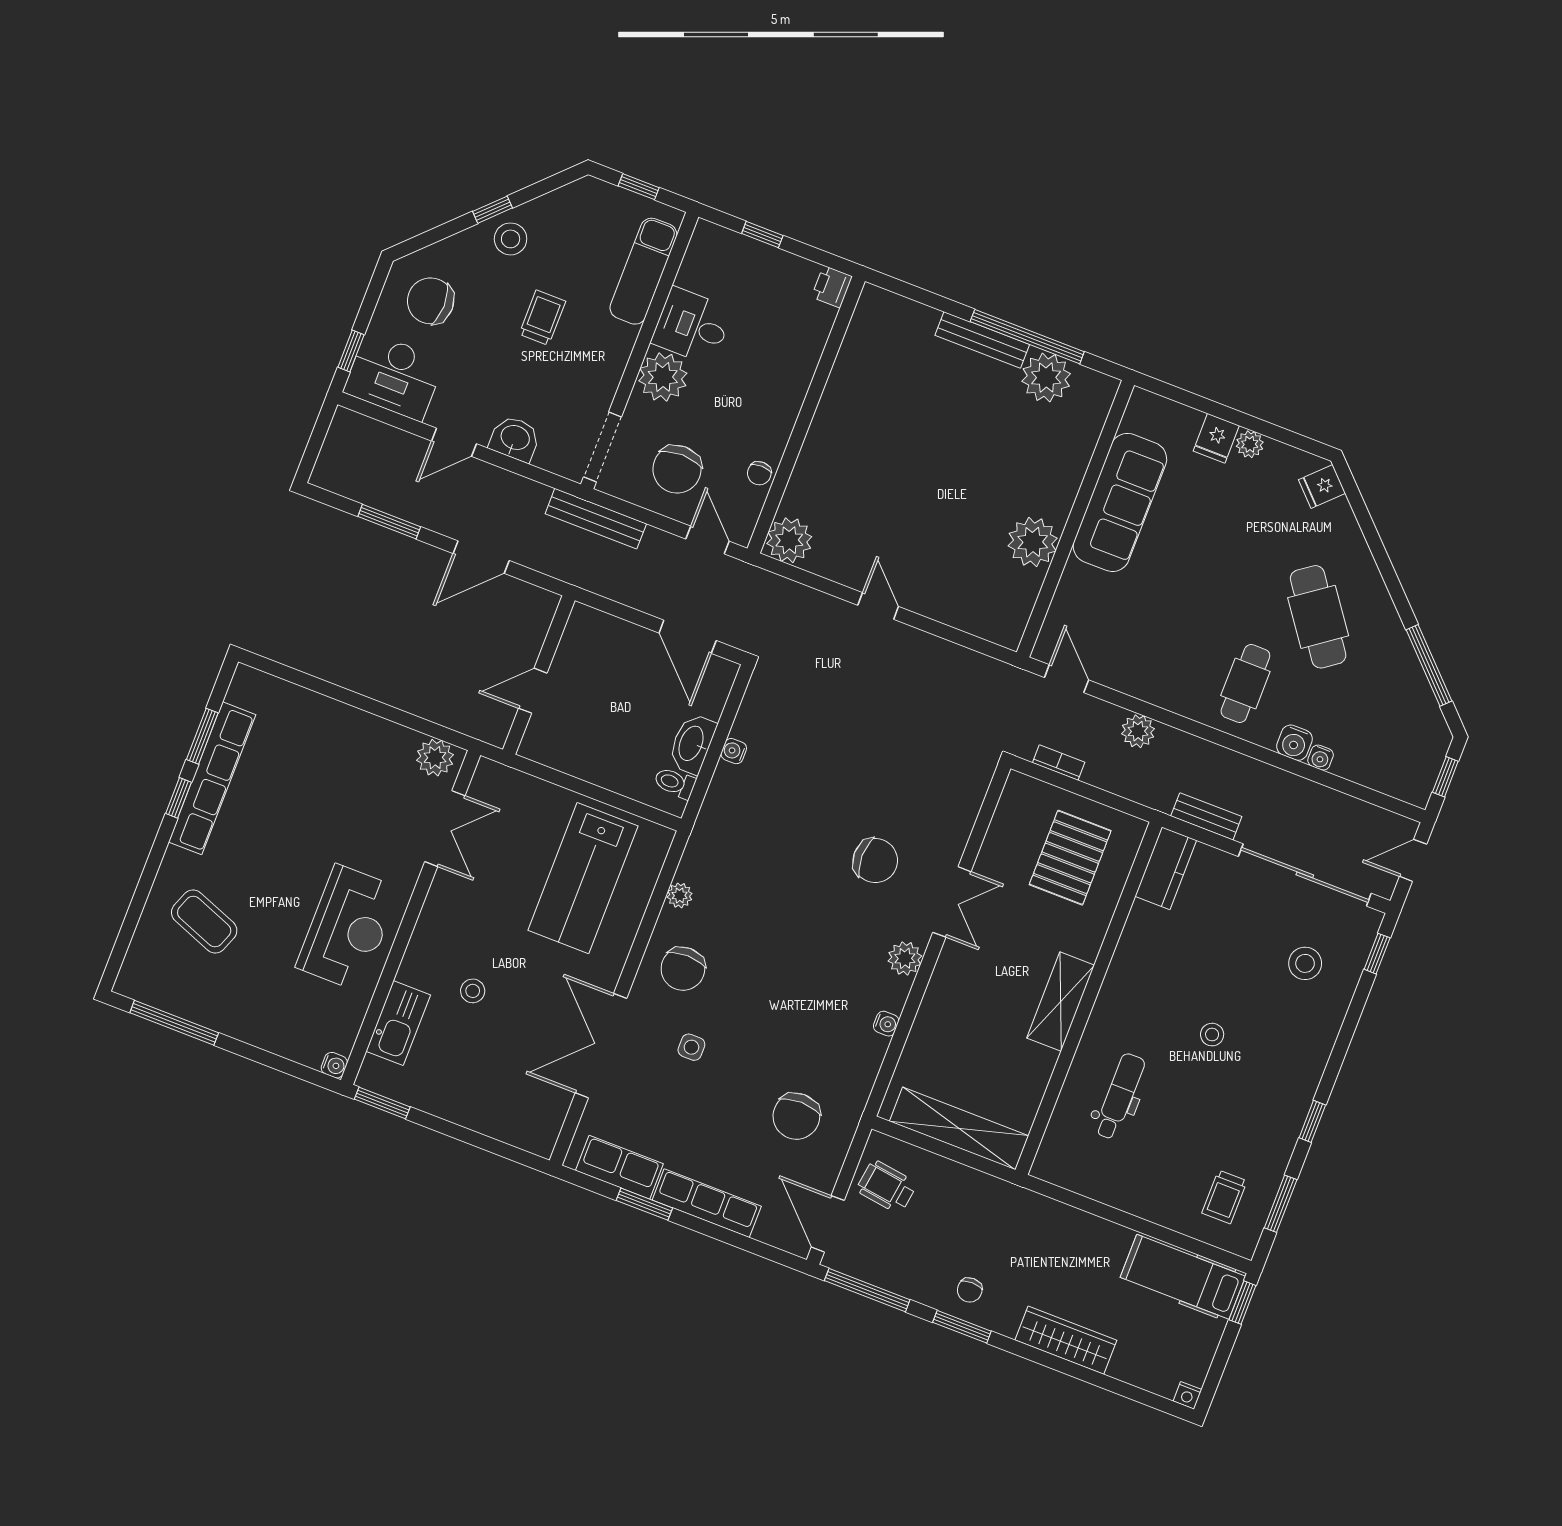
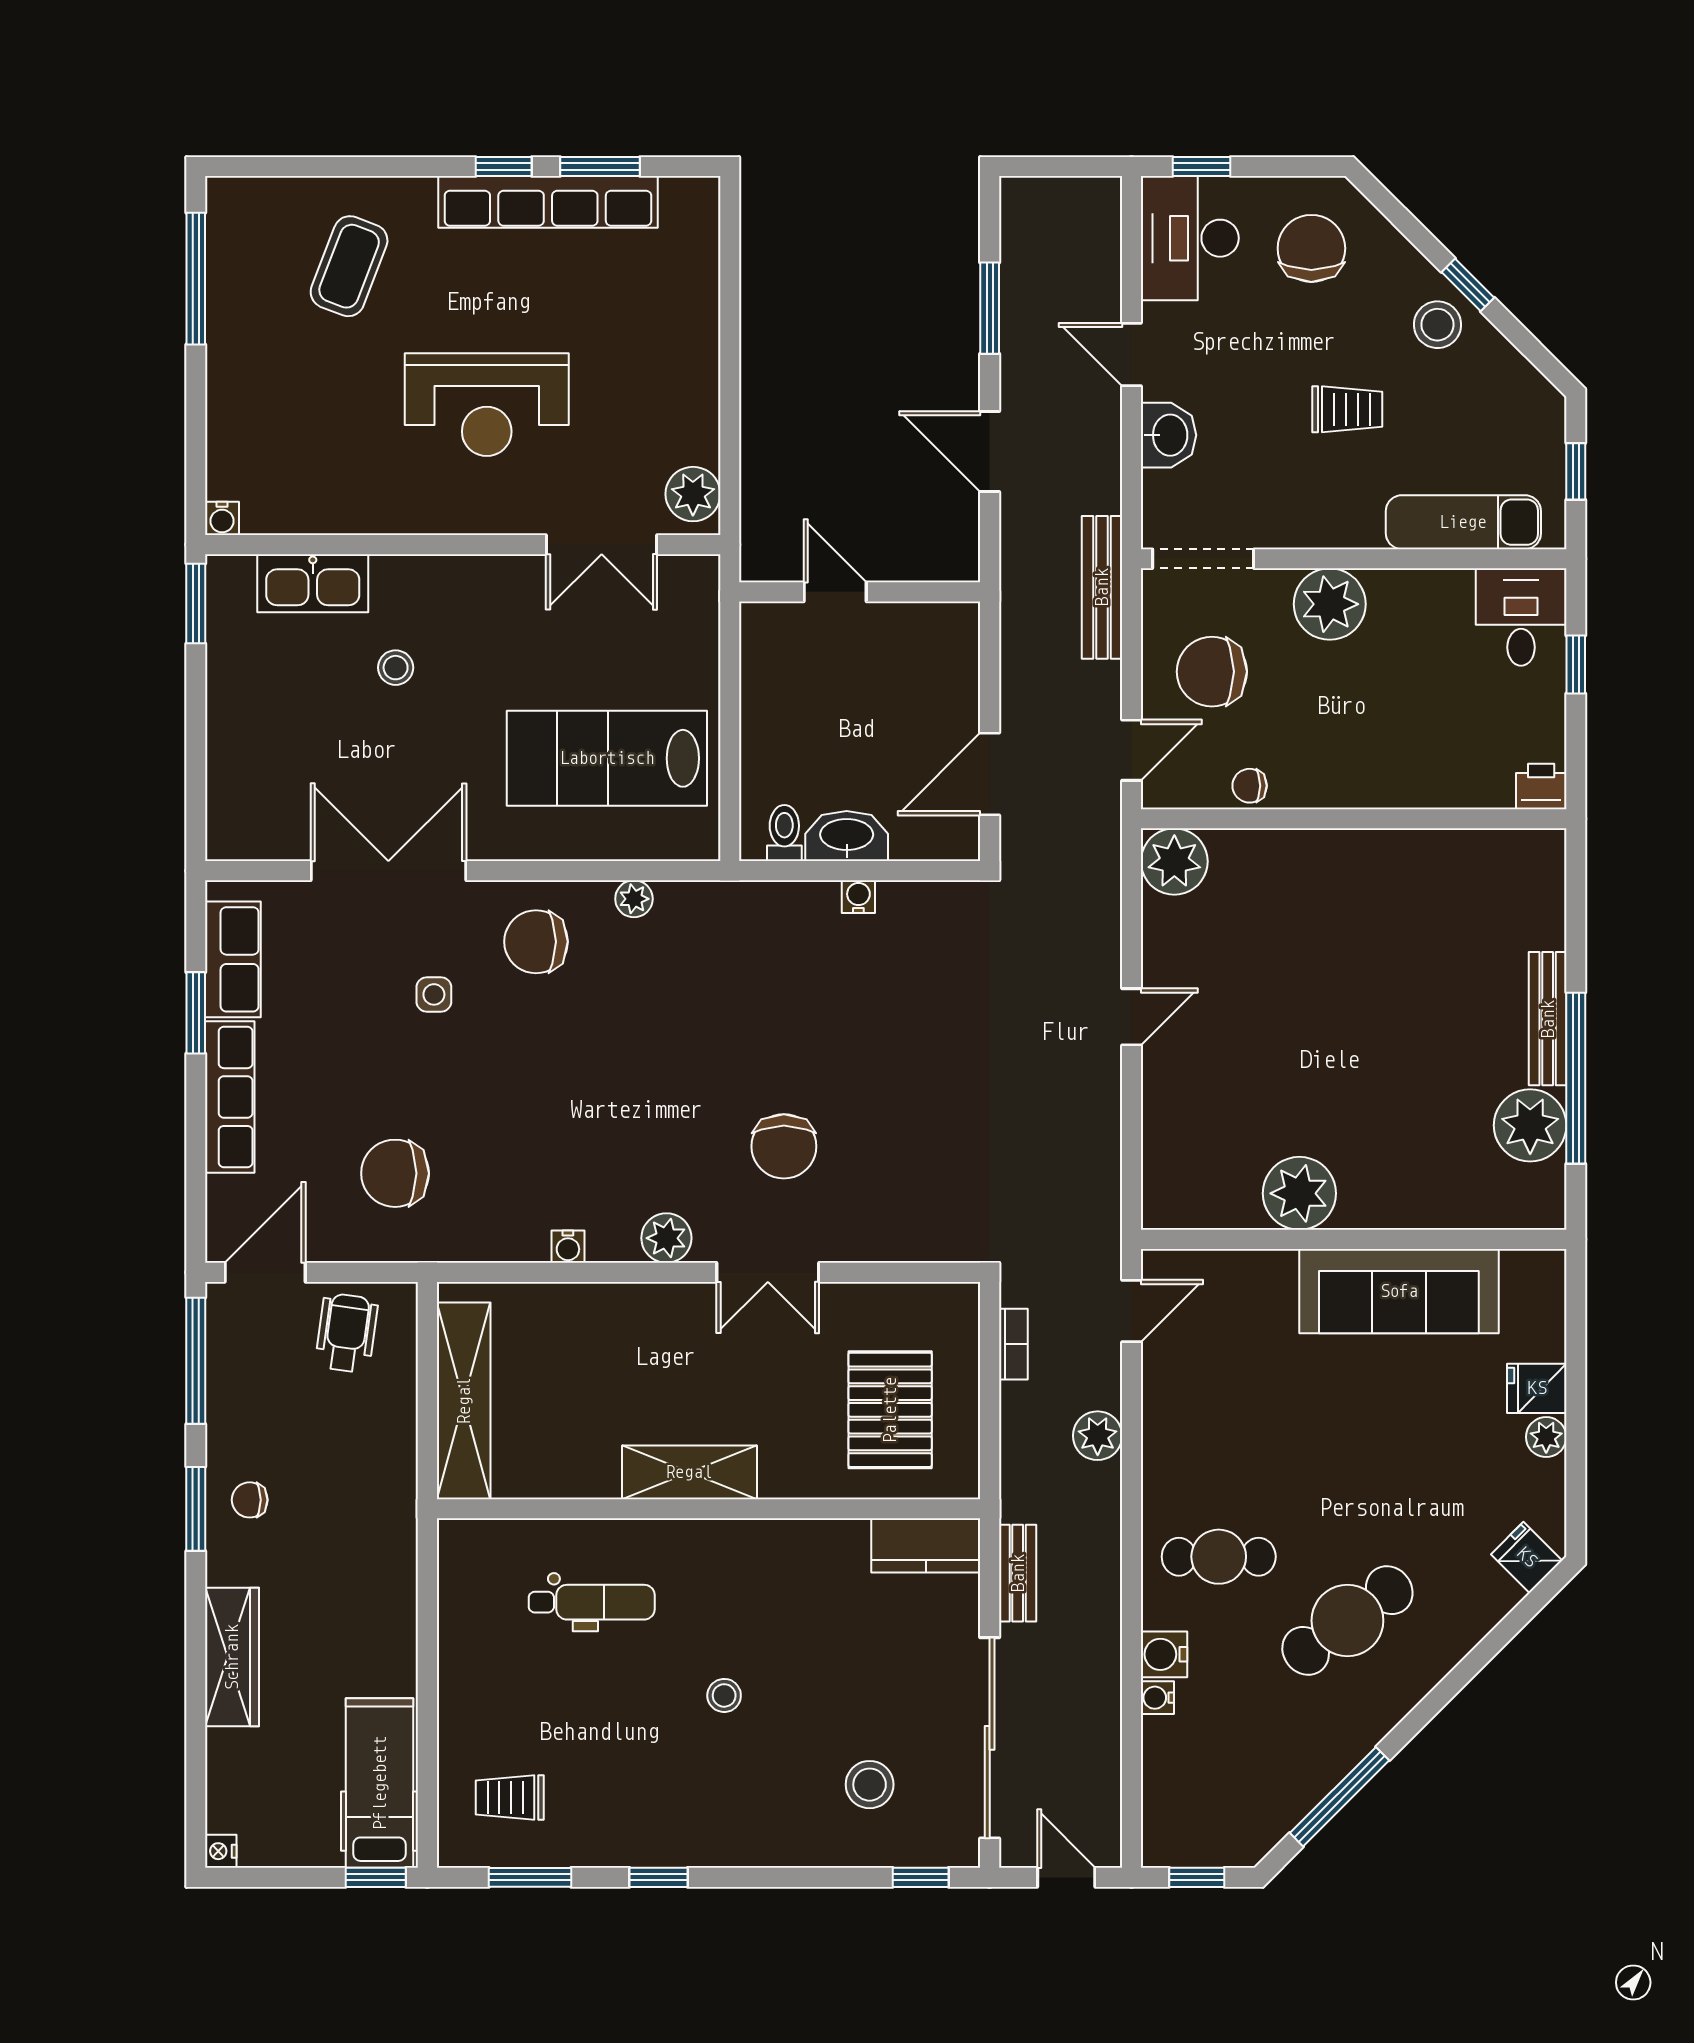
desk: (692, 326) -> (1521, 617), moved
pallet: (1070, 858) -> (890, 1410), turned 90
reception desk: (348, 928) -> (487, 405), moved

